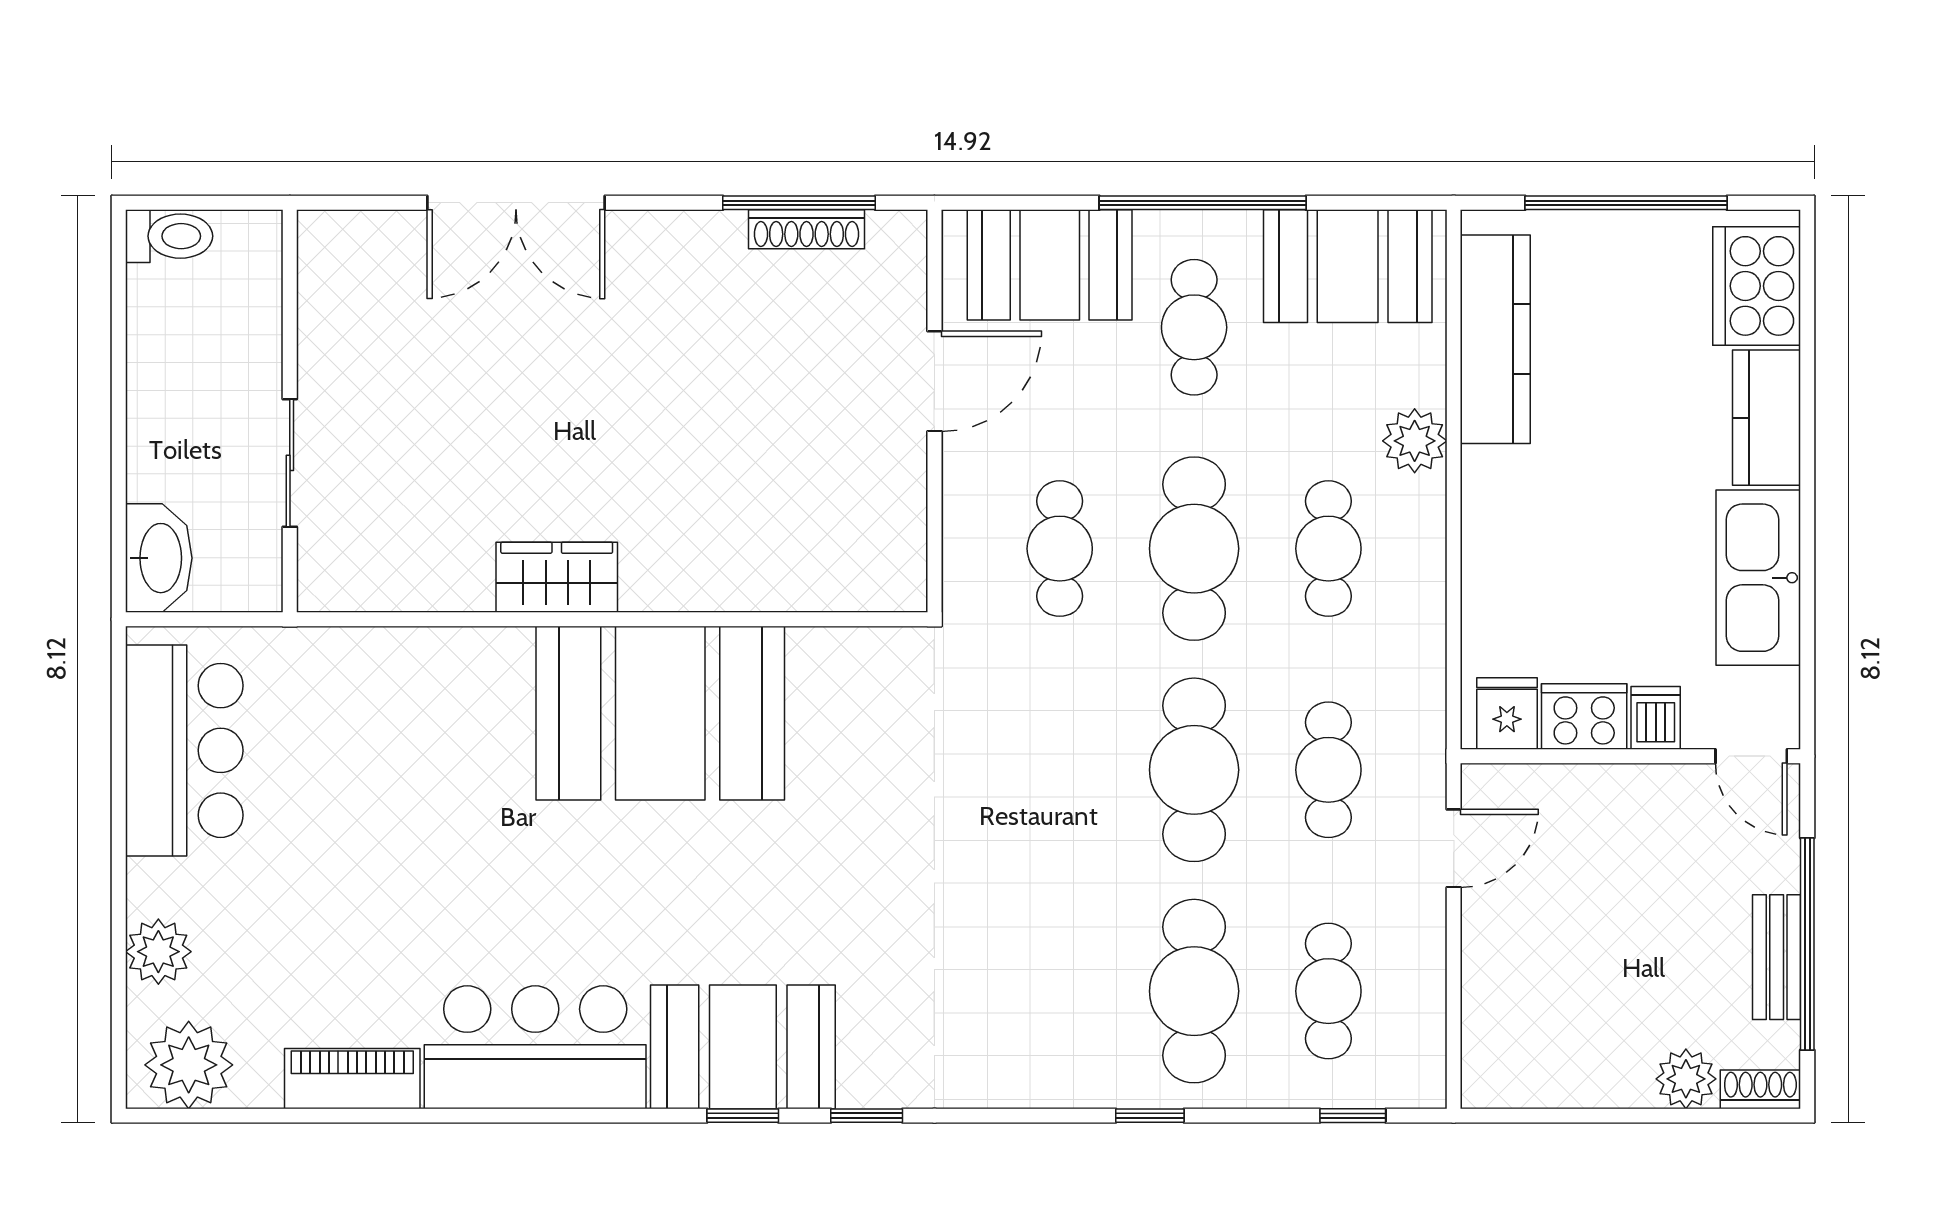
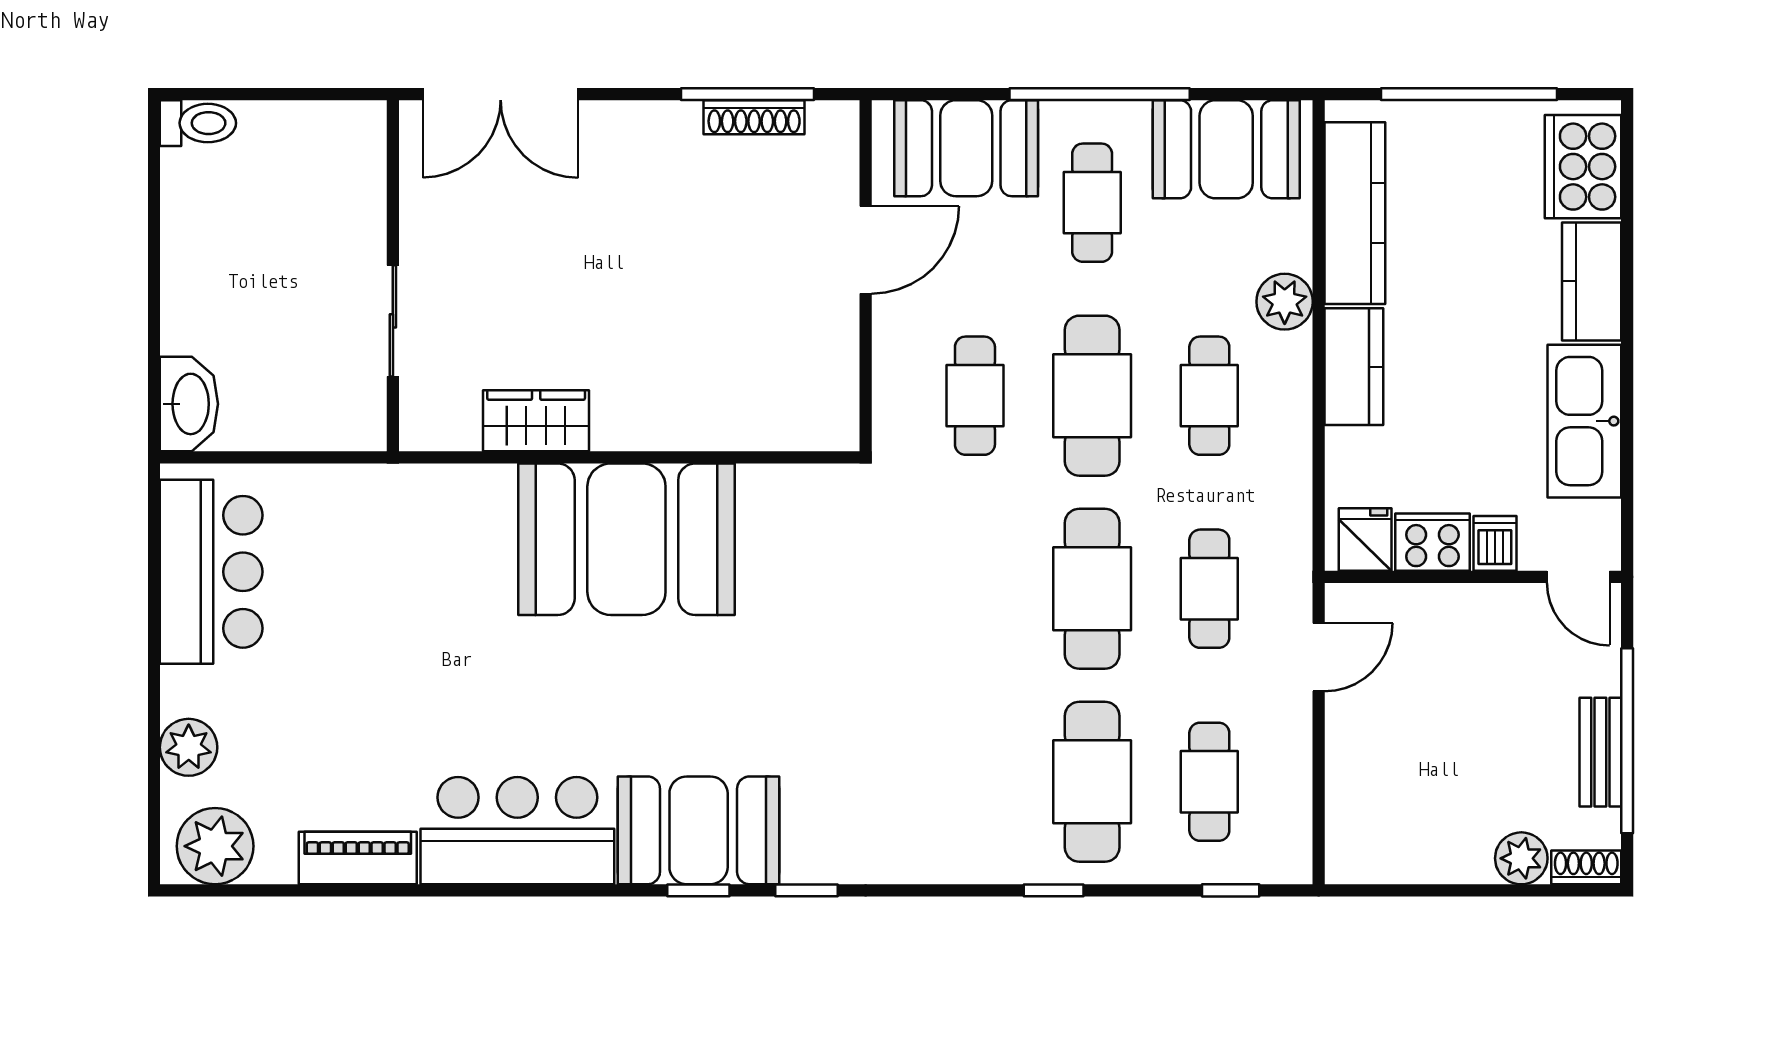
wall: (290, 411) -> (393, 276), moved
sliding door: (290, 463) -> (393, 321), moved
kitchen counter: (1494, 515) -> (1354, 367), added

